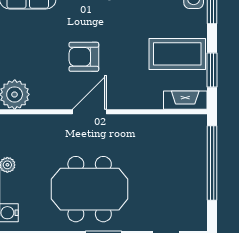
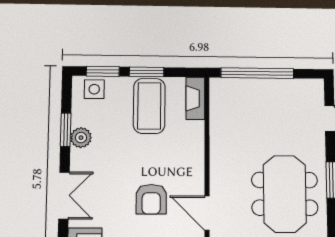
window: (212, 70) -> (147, 72), moved
door: (89, 112) -> (207, 213), moved

